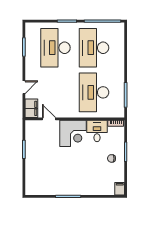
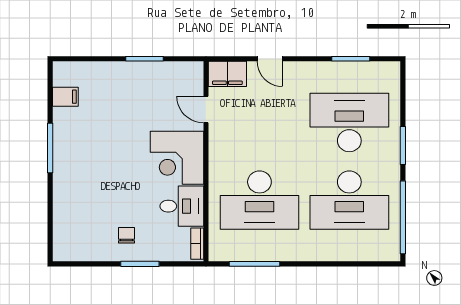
desk: (94, 48) -> (349, 200), turned 180
desk: (94, 92) -> (259, 200), turned 180
door: (49, 119) -> (206, 110), swing flipped
filing cabinet: (120, 189) -> (65, 97), moved

